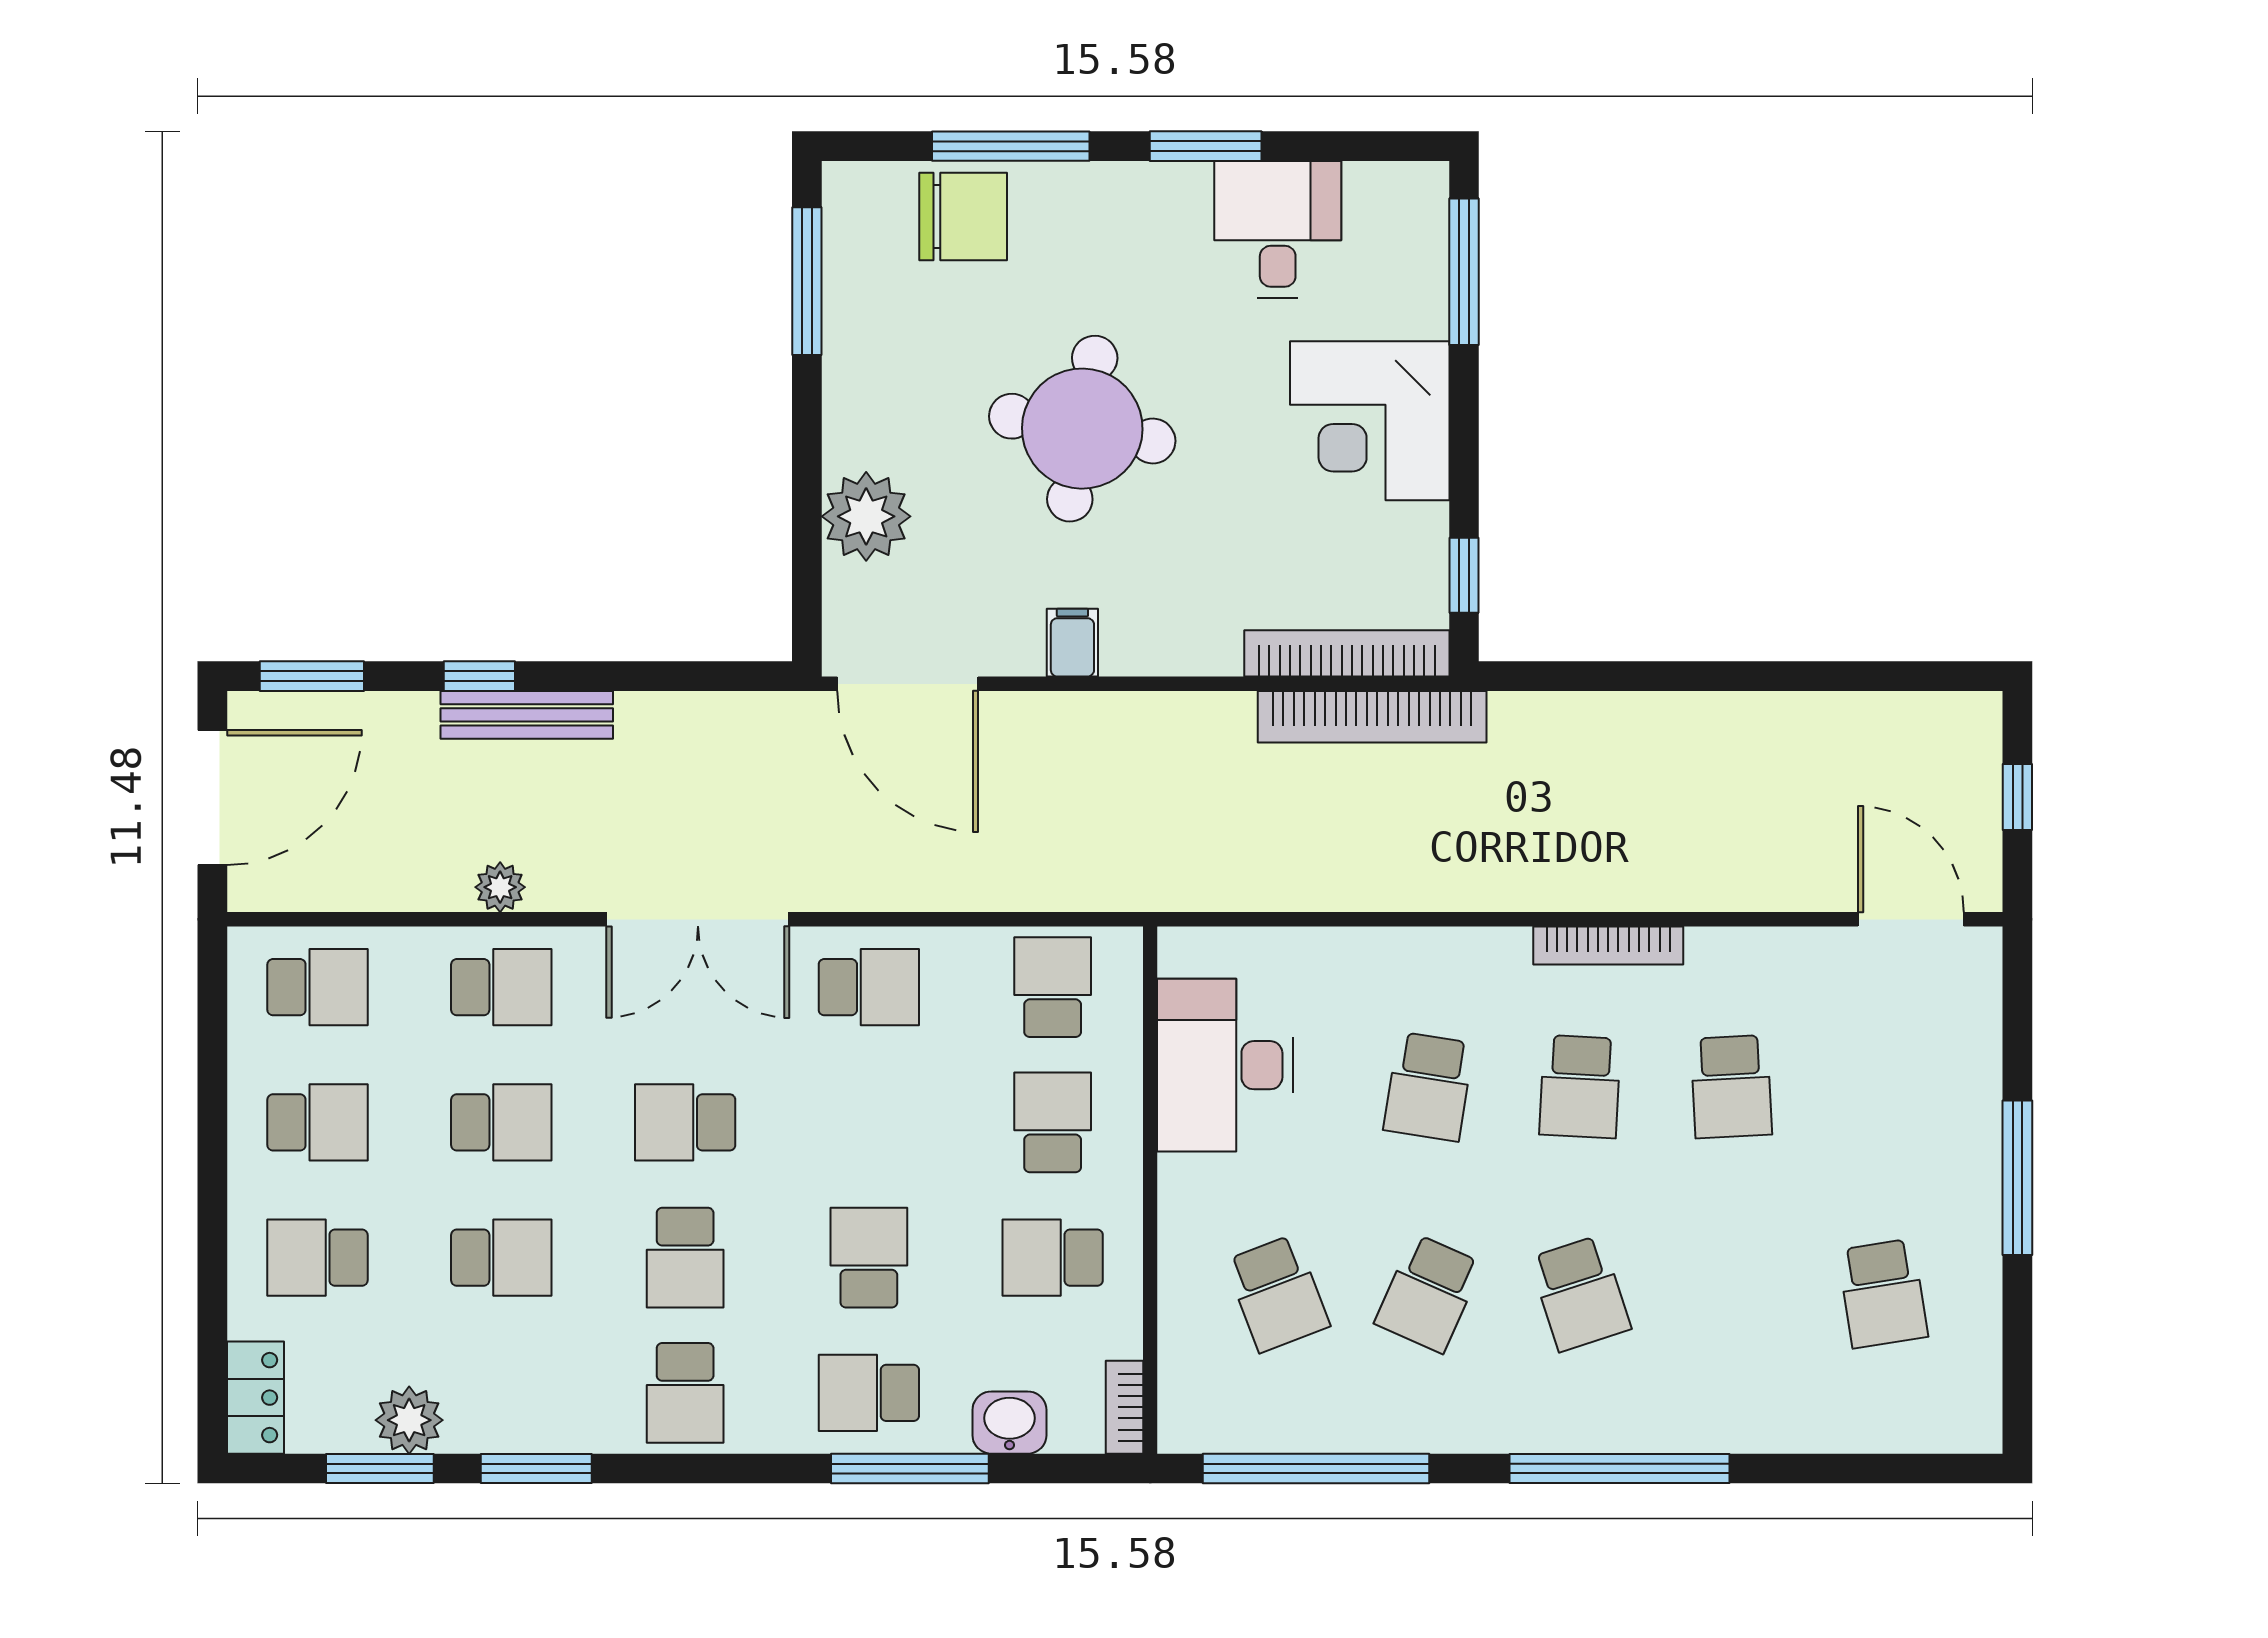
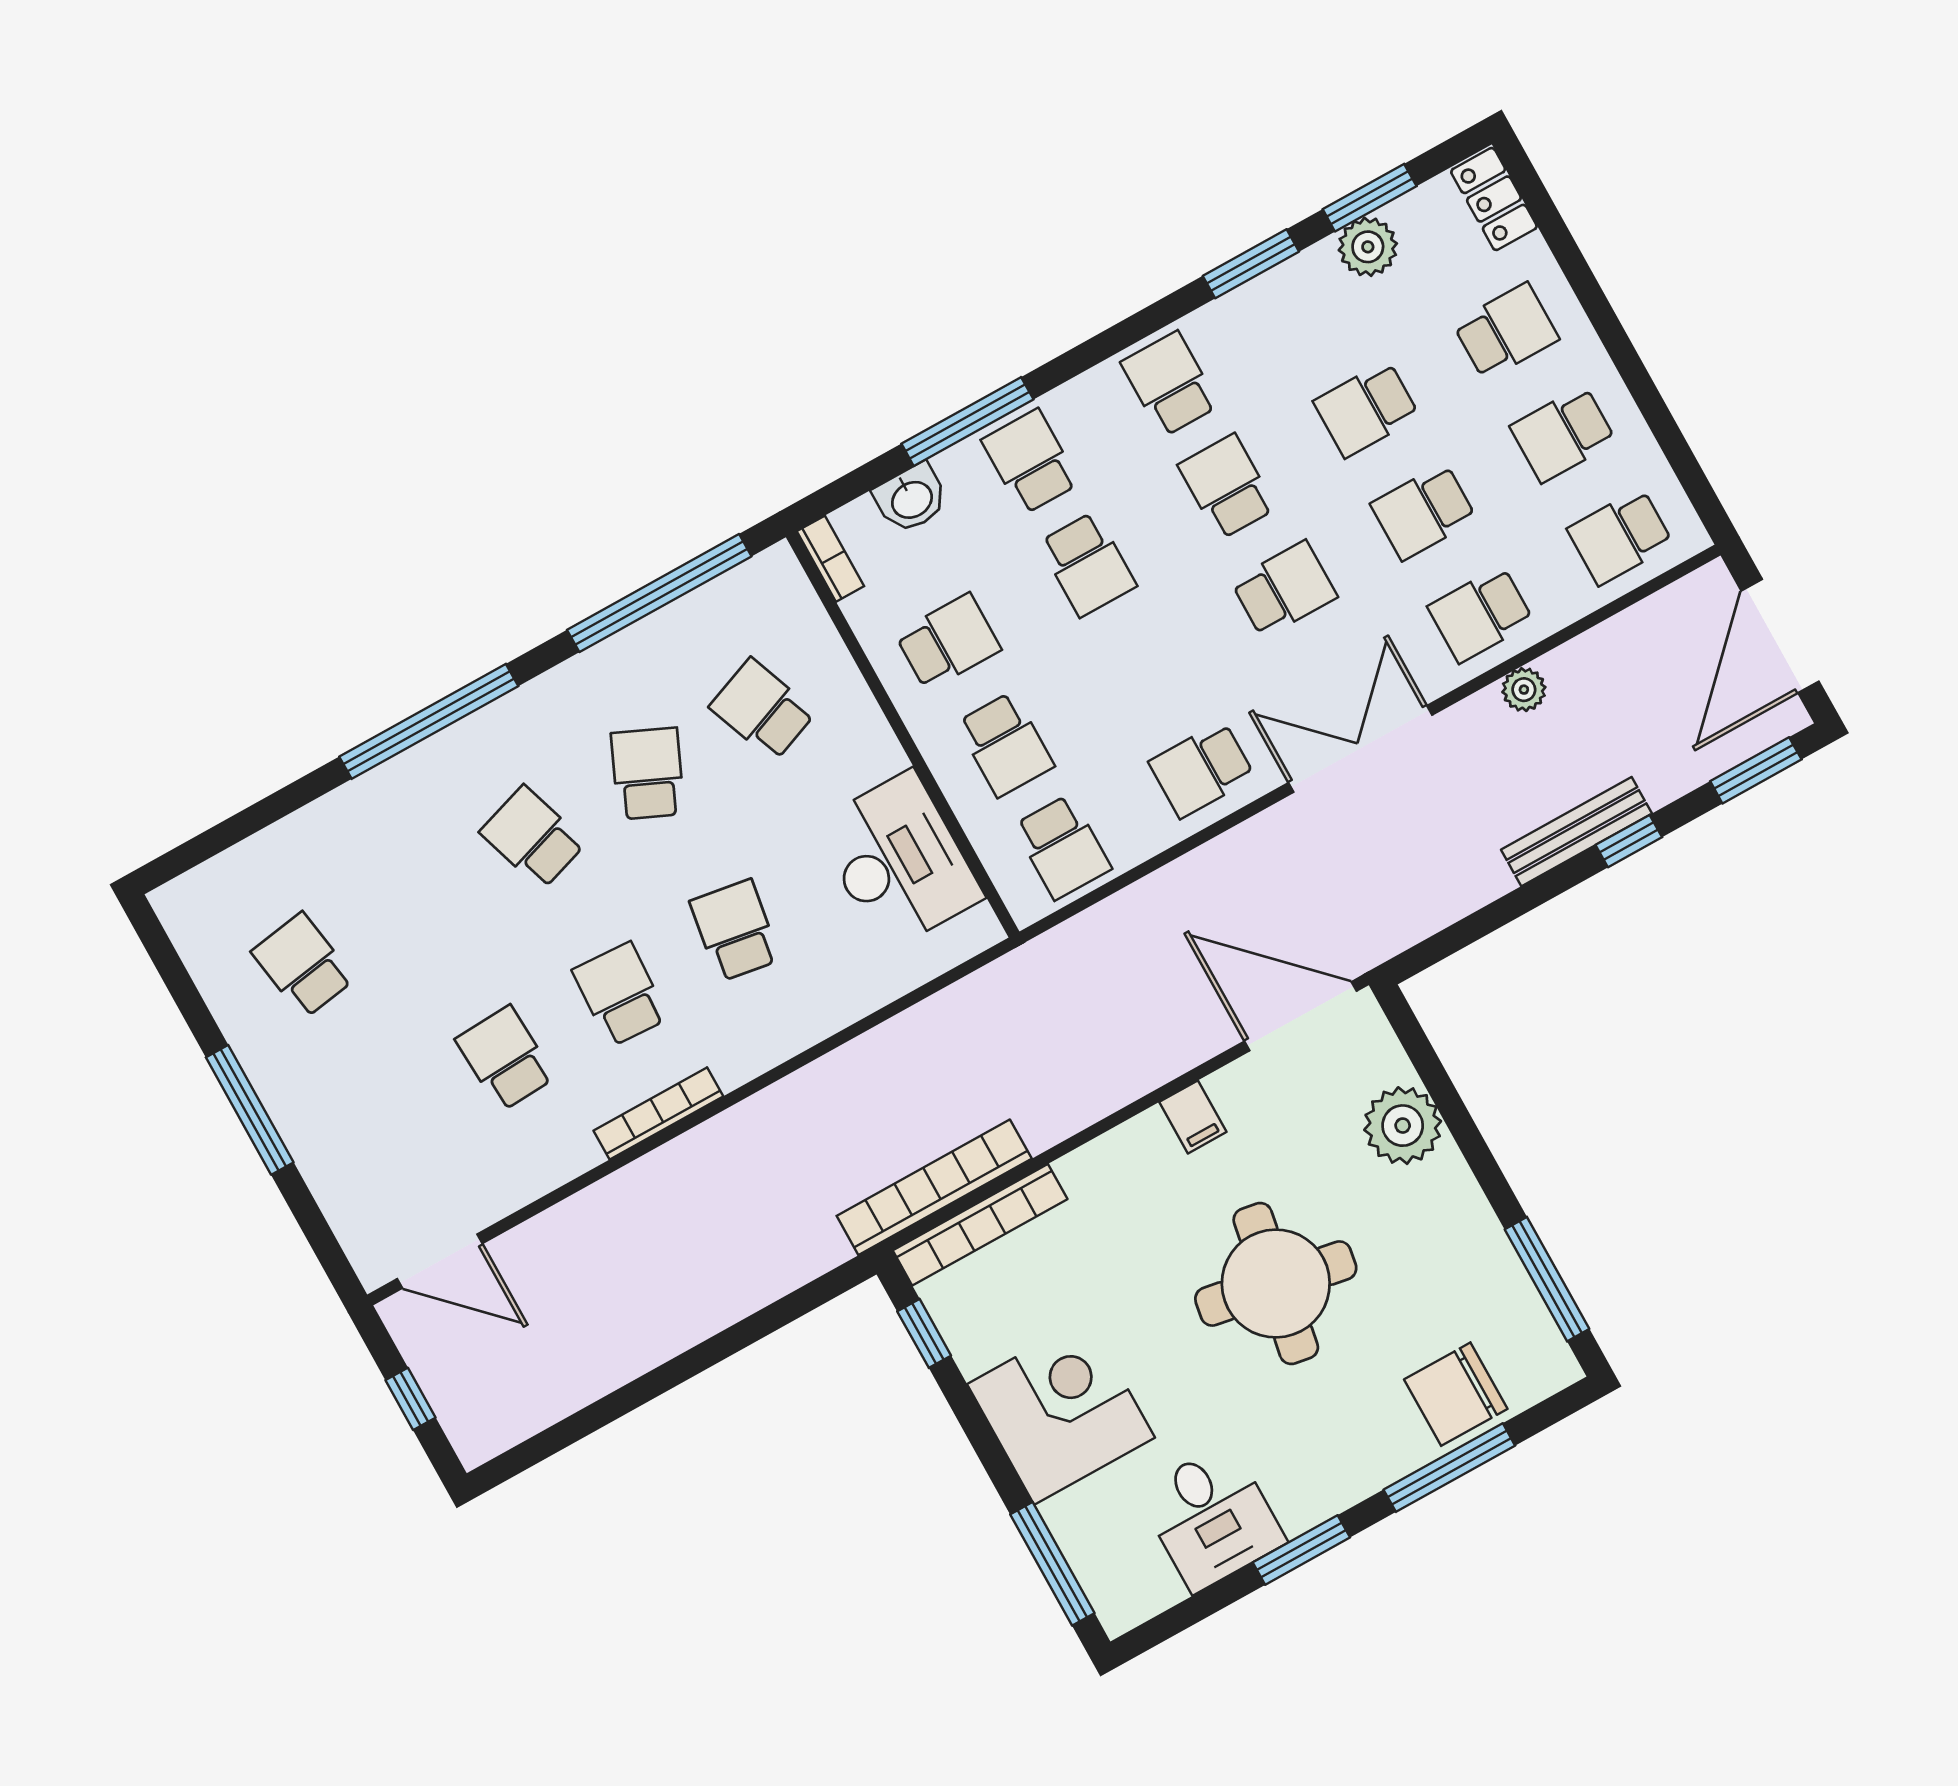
school desk: (869, 1393) -> (1030, 462), turned -90

